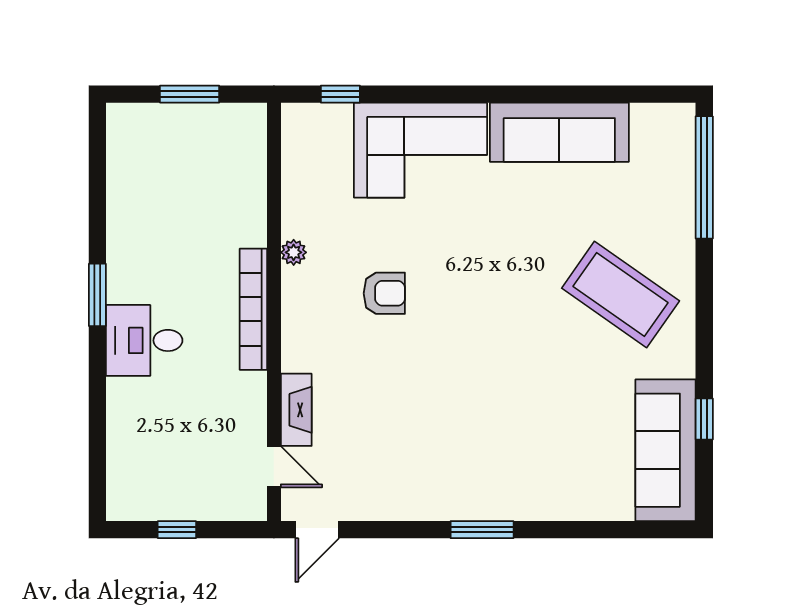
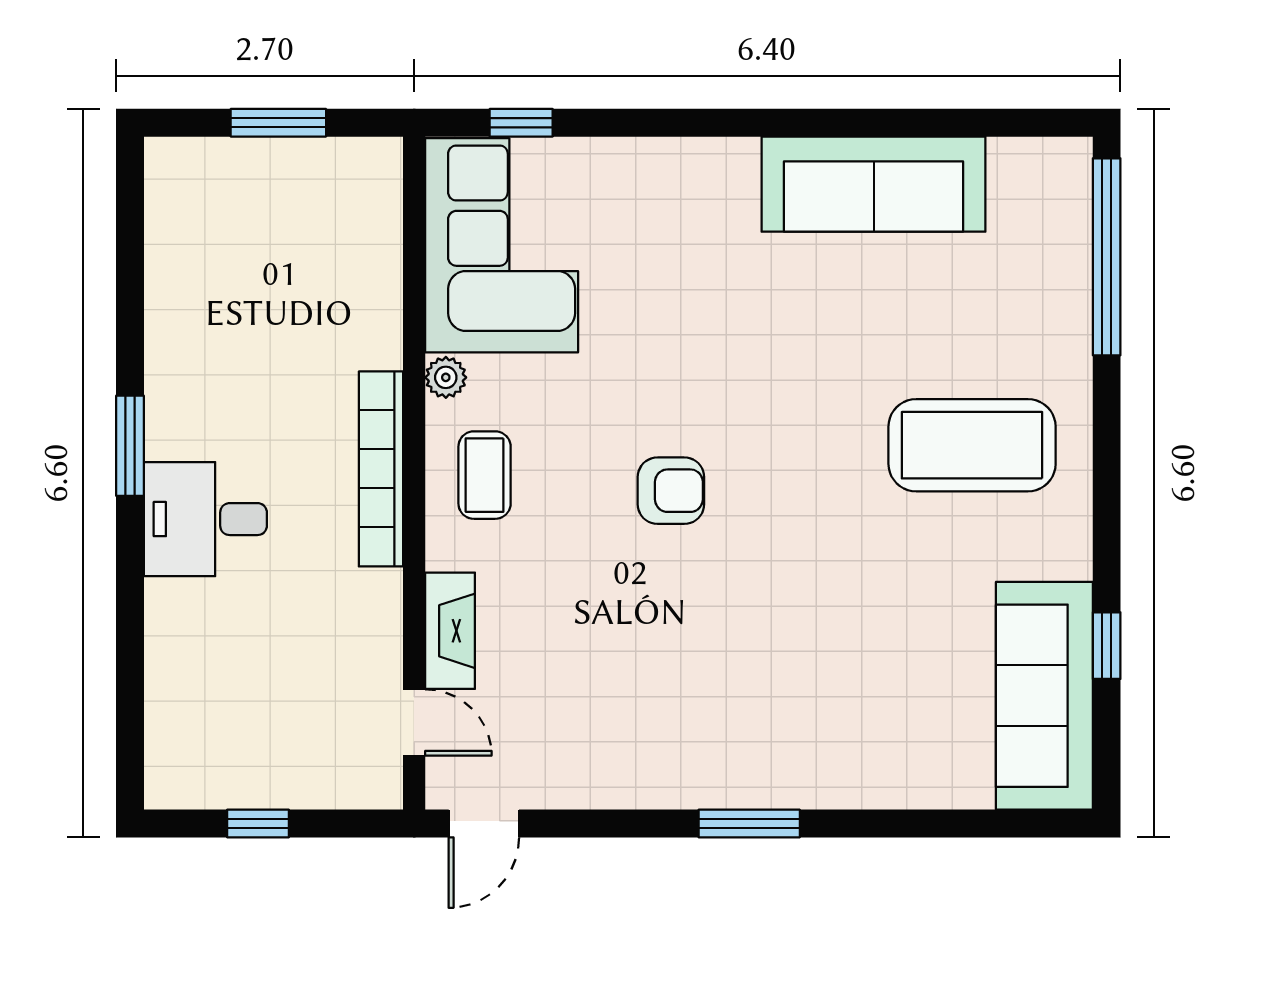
corner sofa: (420, 150) -> (502, 245), moved, turned -90
armchair: (384, 293) -> (671, 491), moved
coffee table: (621, 295) -> (972, 445), turned -35
coffee table: (318, 313) -> (485, 475), added

